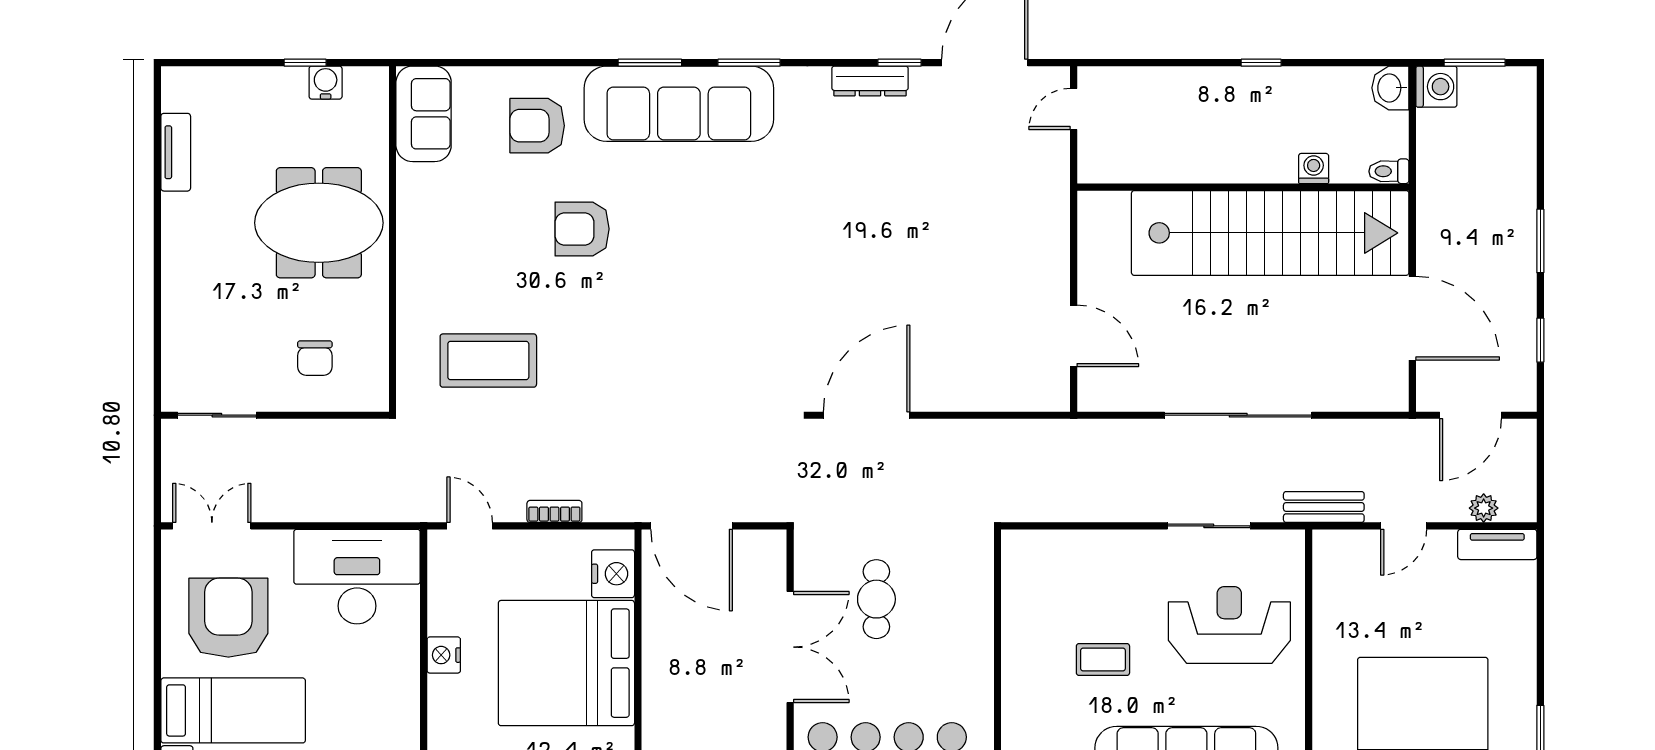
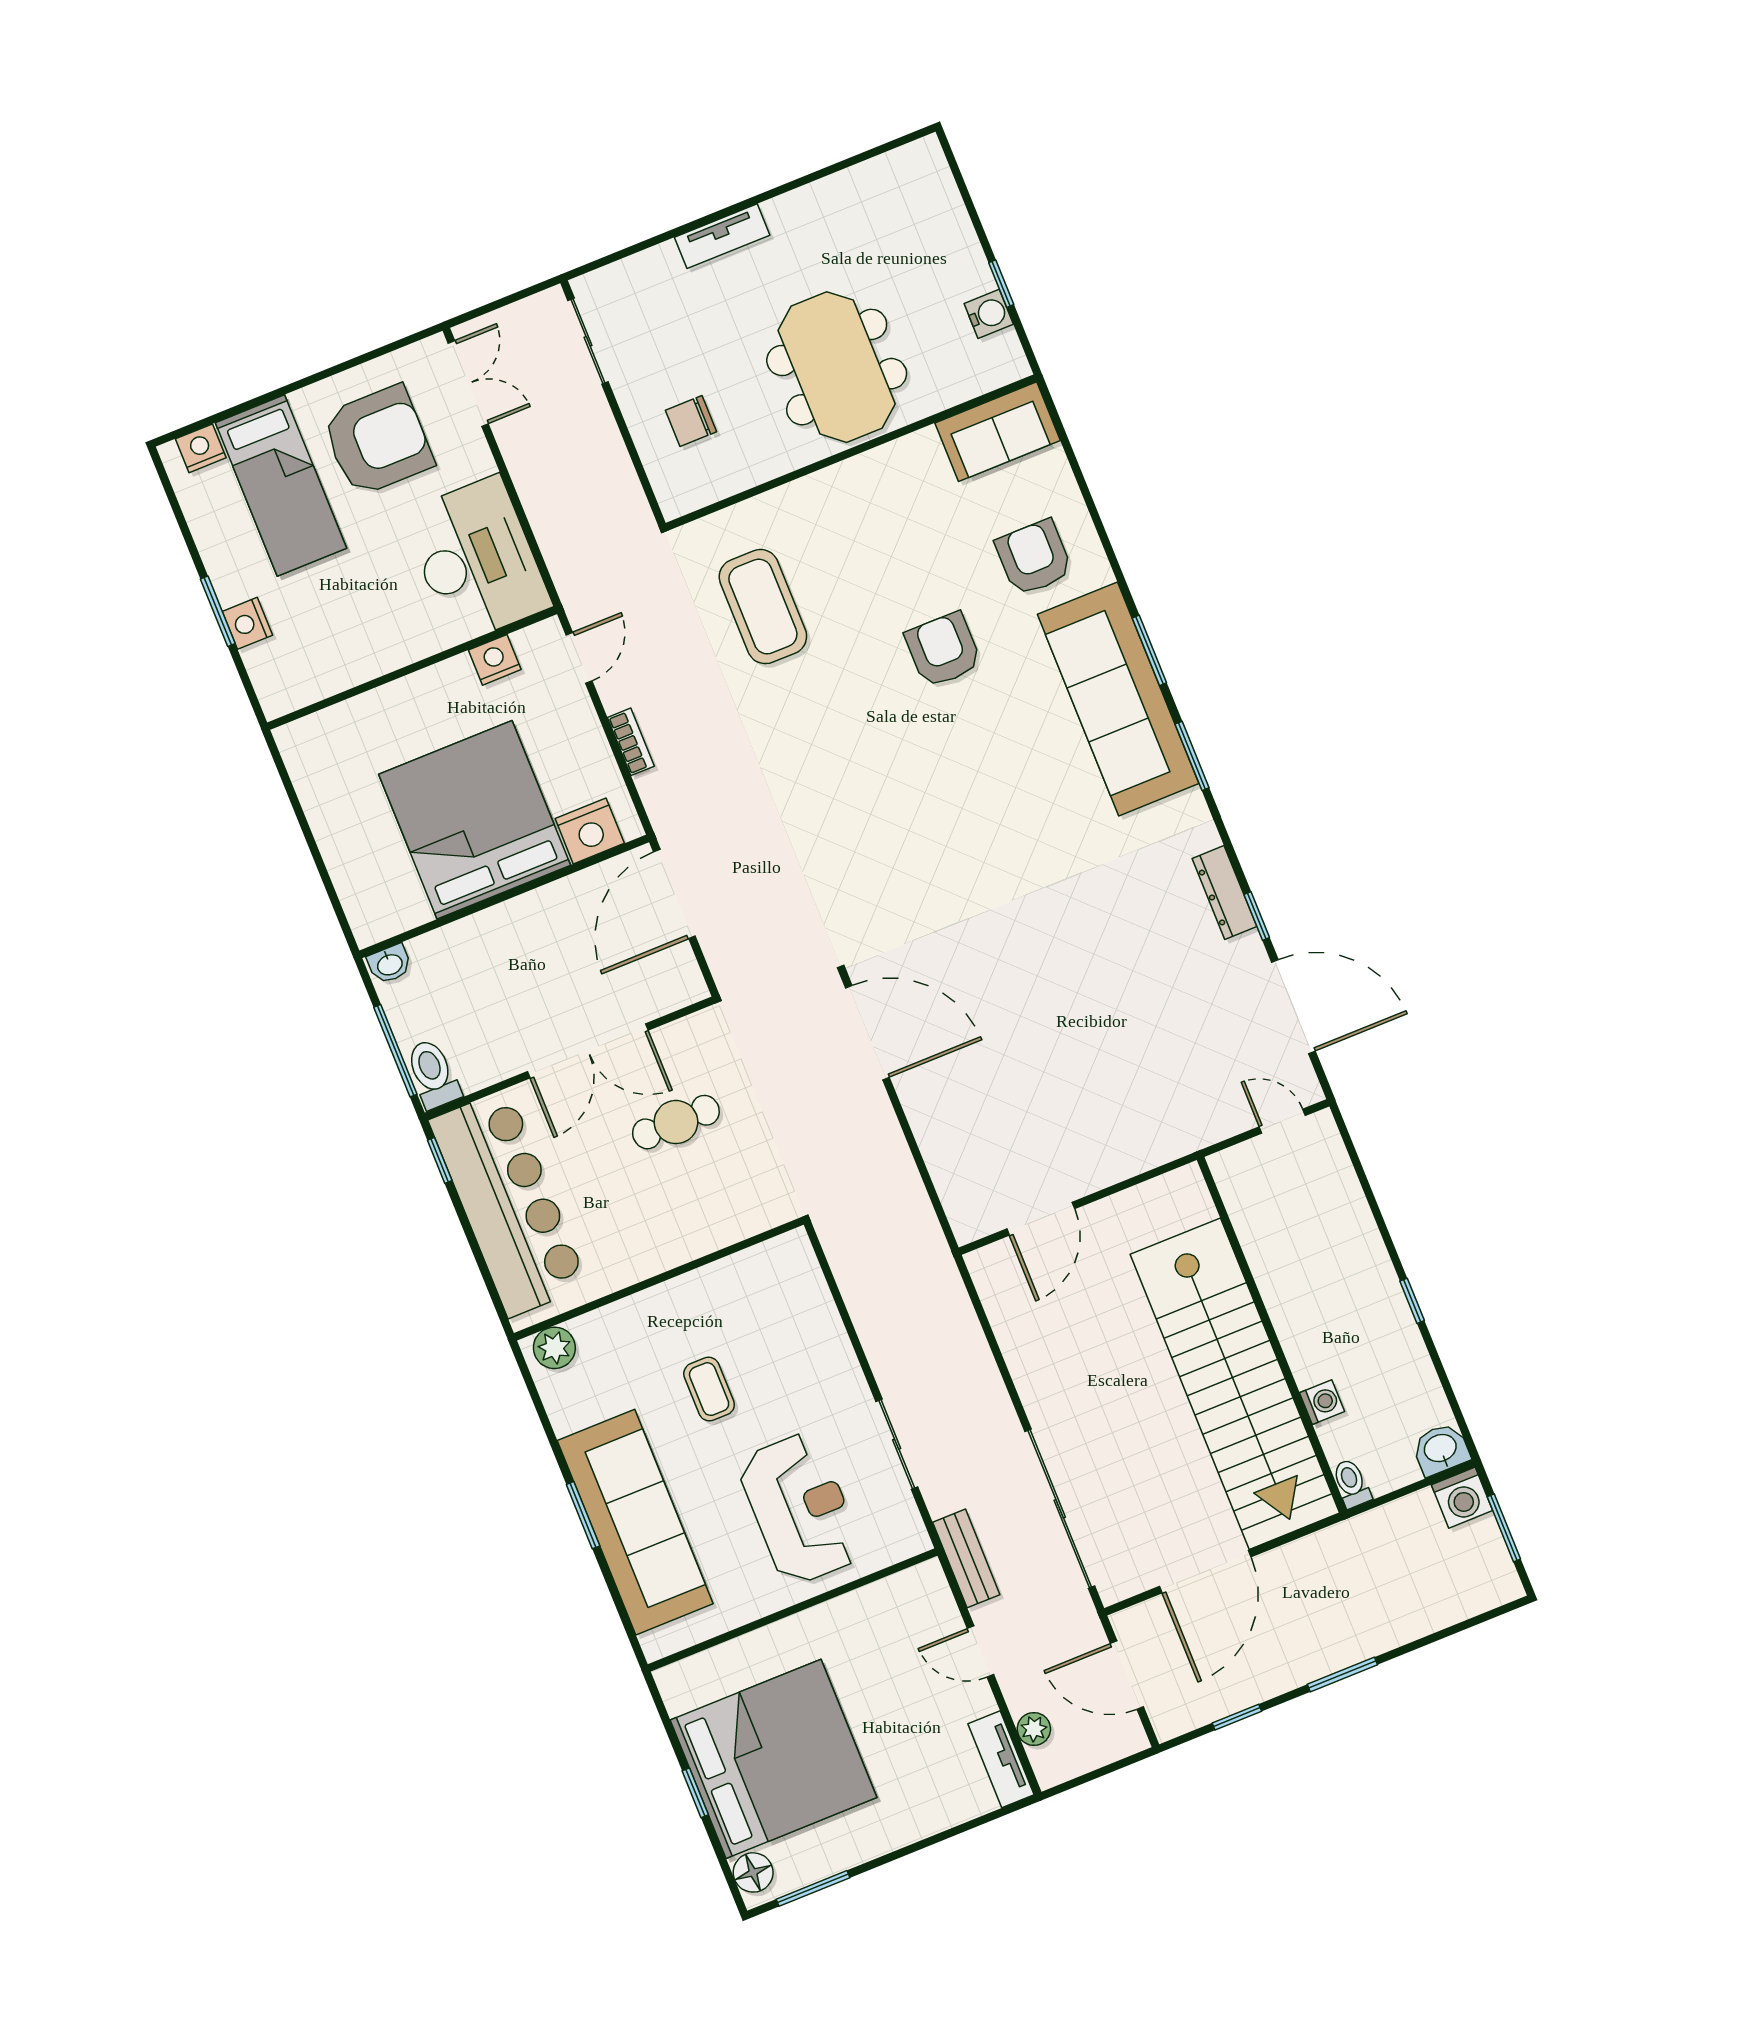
tv unit: (176, 152) -> (722, 236), moved
sliding door: (1238, 415) -> (1060, 1509), moved
nightstand: (444, 655) -> (495, 660), moved

